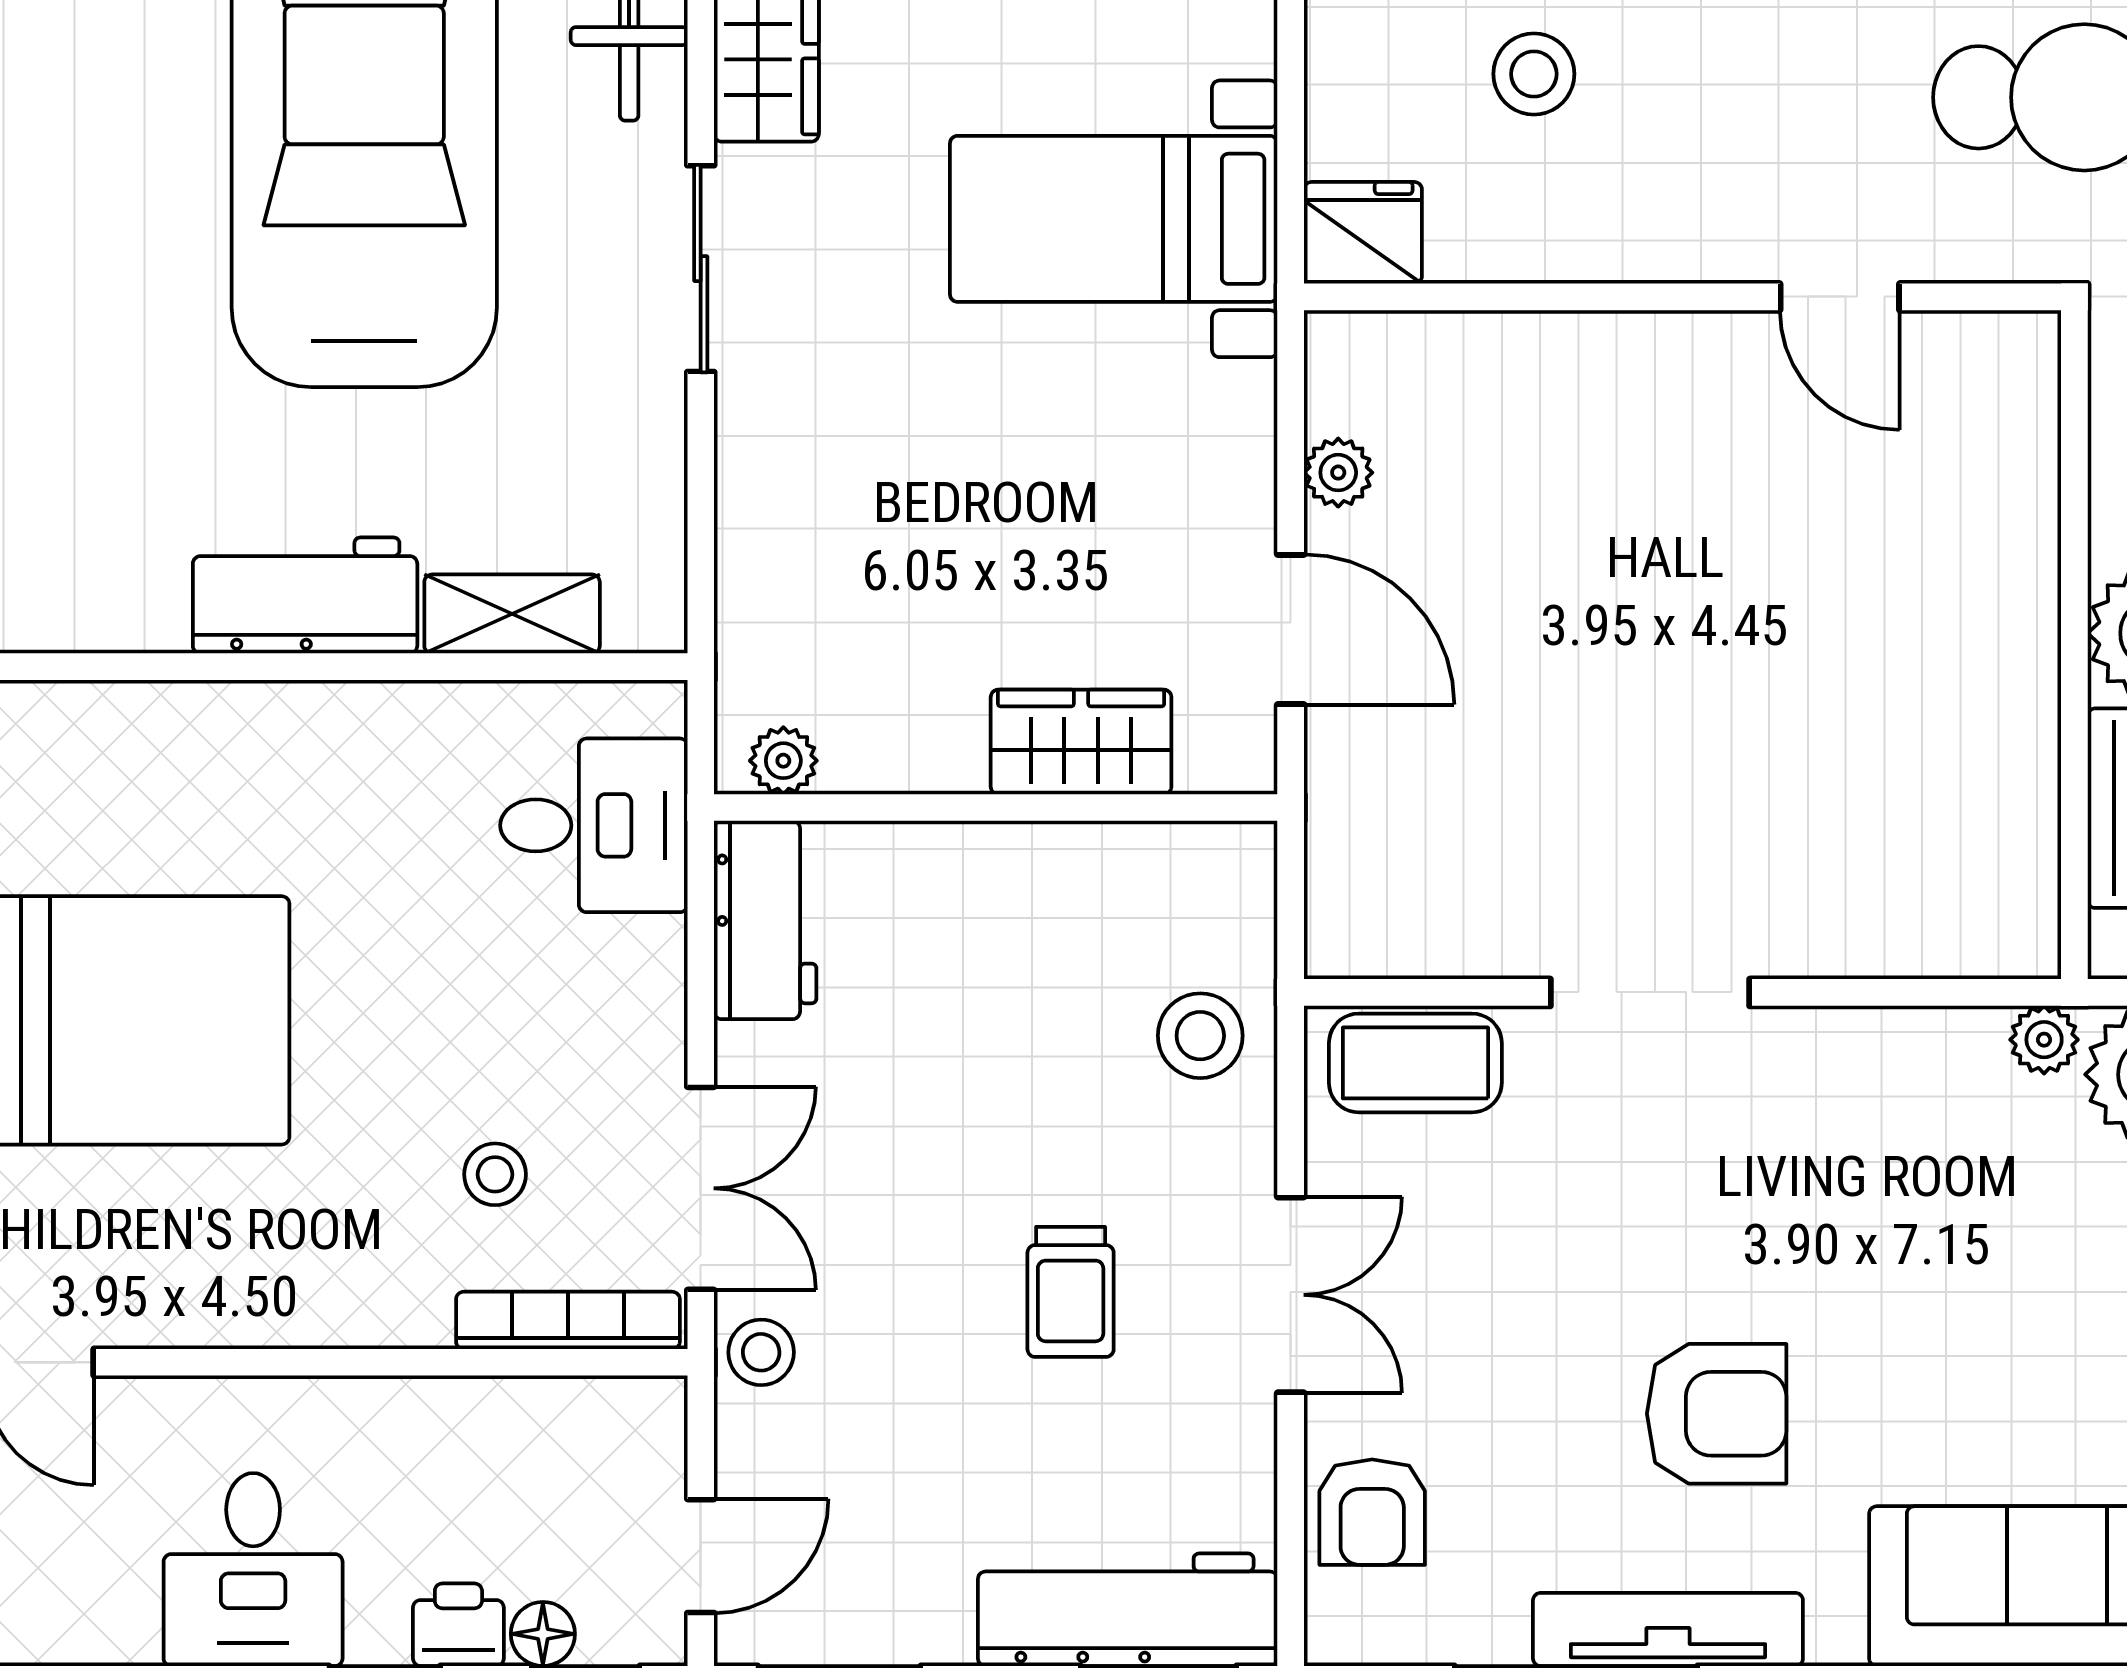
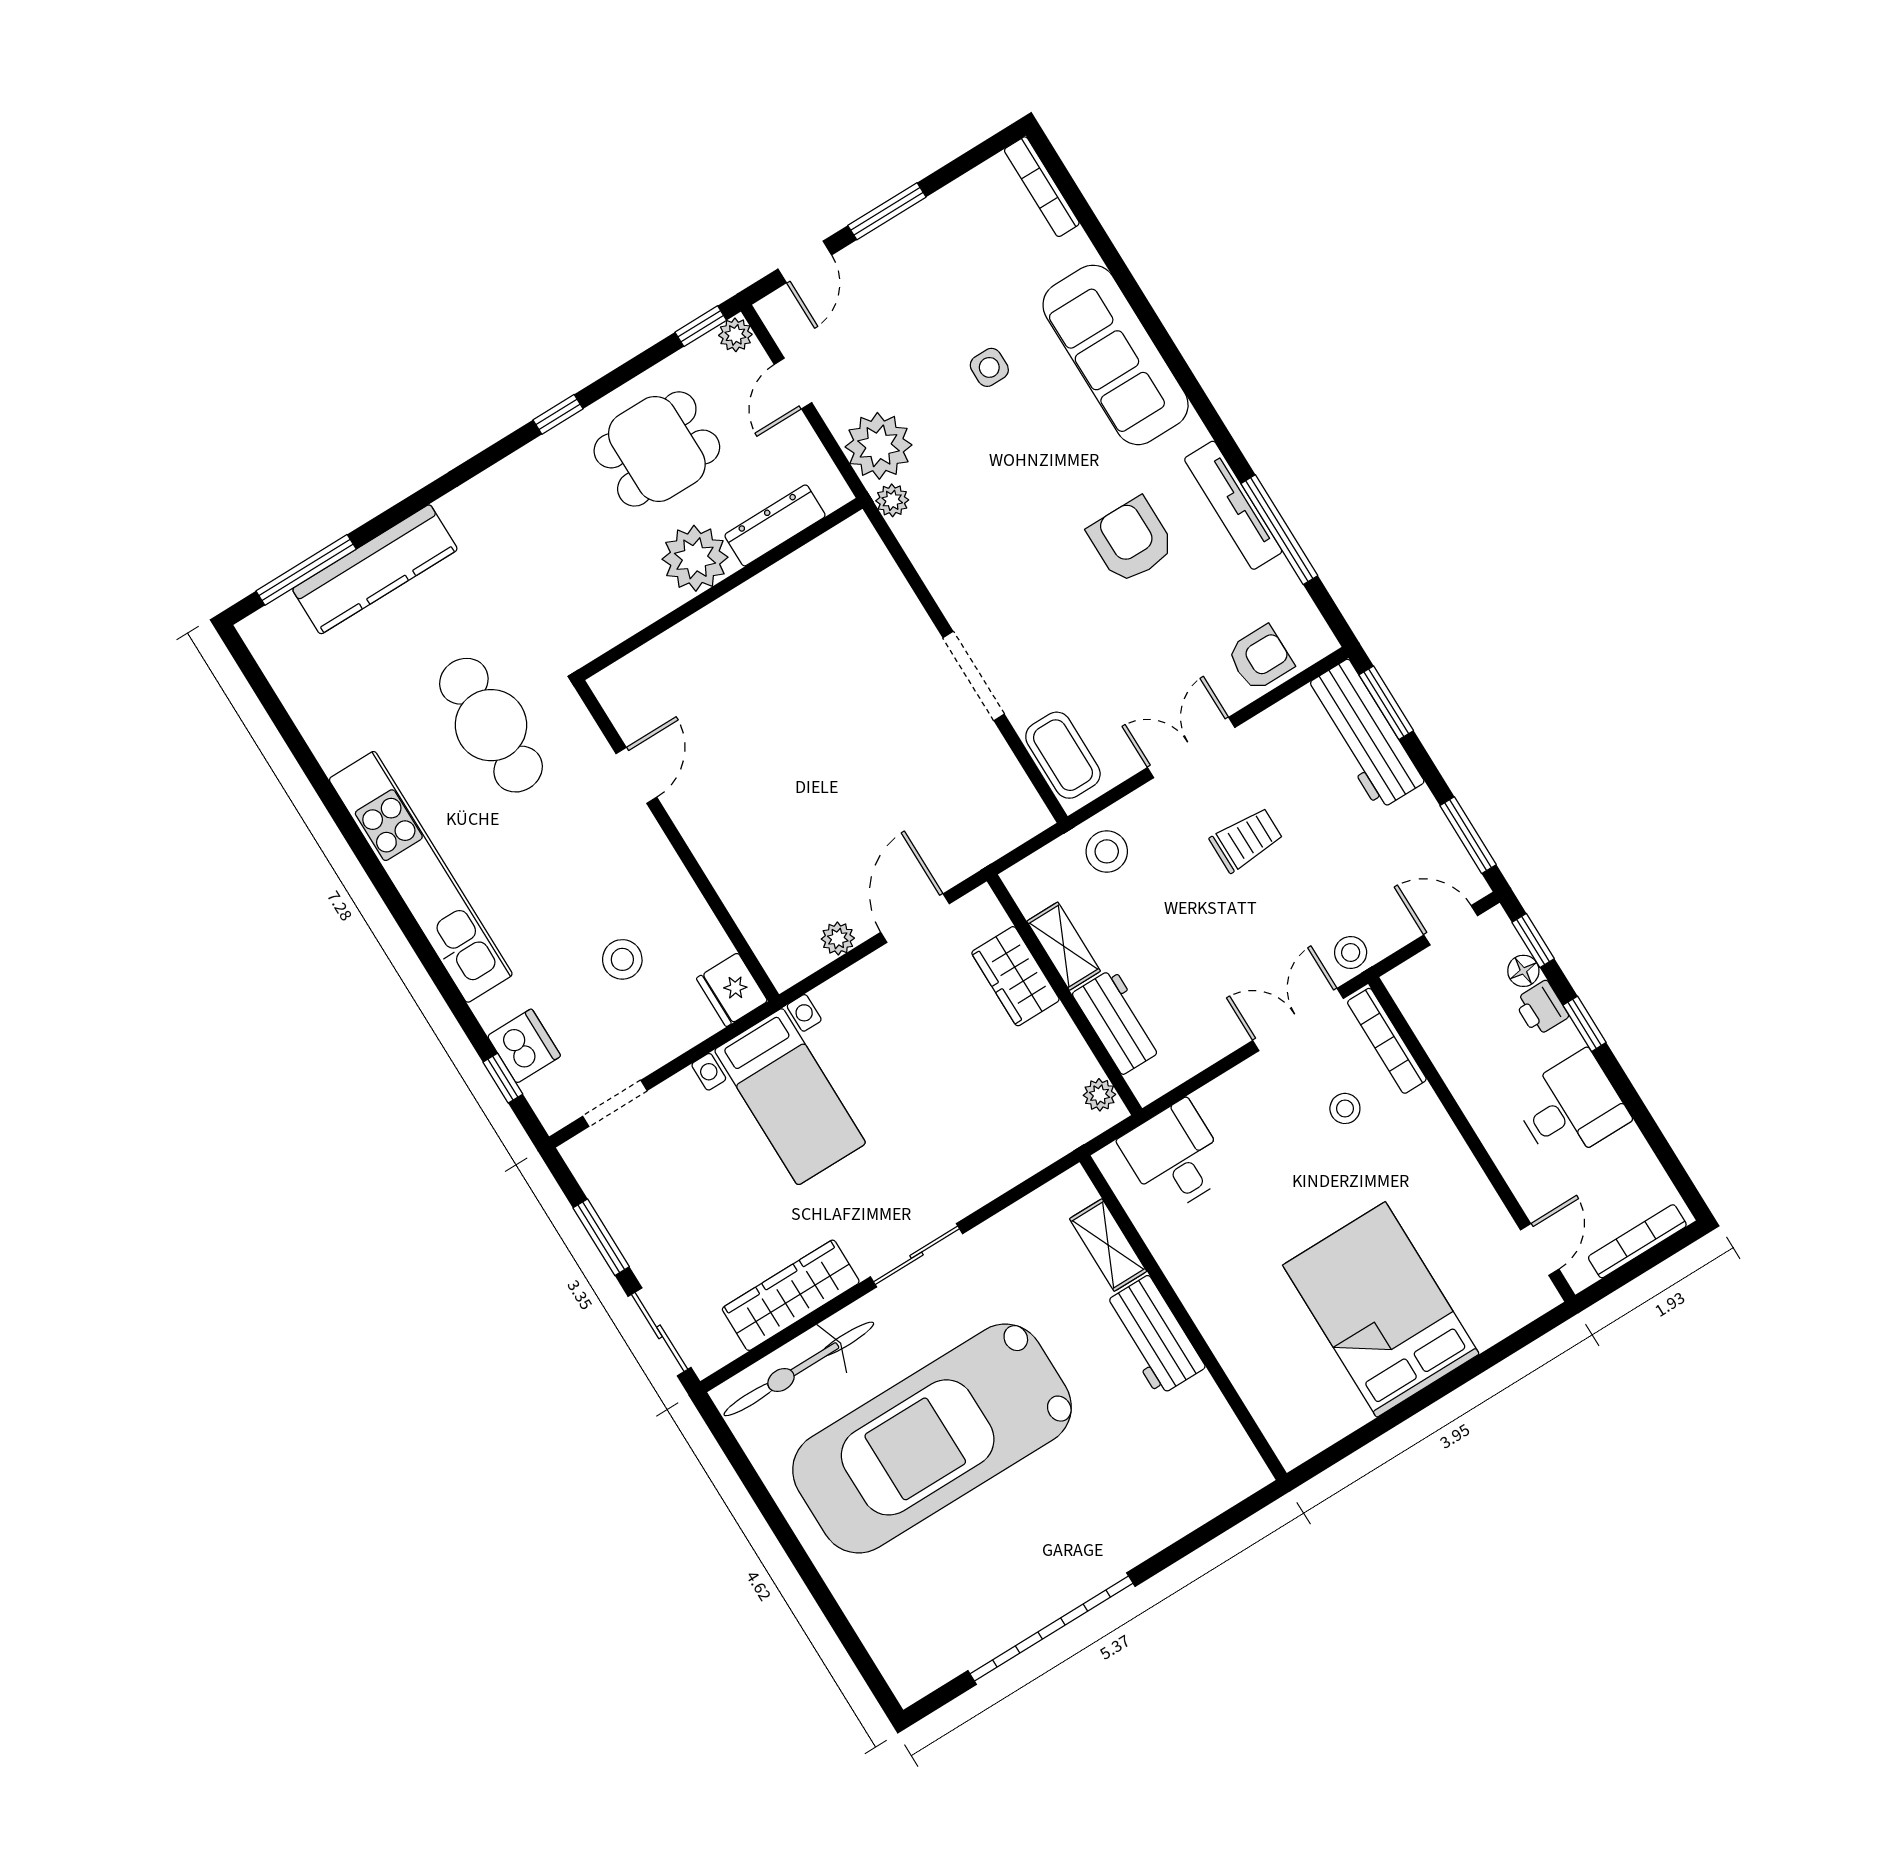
shelving: (1082, 858) -> (1064, 946), added
workbench: (765, 920) -> (1118, 1021), moved, turned 90

